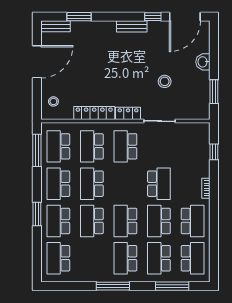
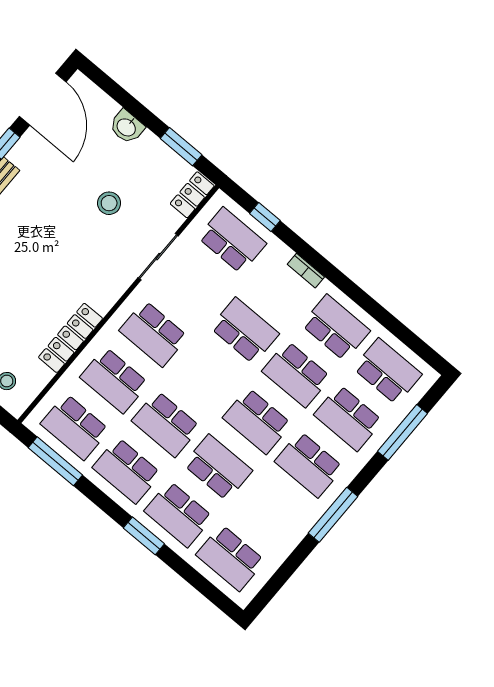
locker: (128, 113) -> (192, 195), moved
school desk: (193, 146) -> (232, 240), added
school desk: (92, 221) -> (218, 468), turned 180

